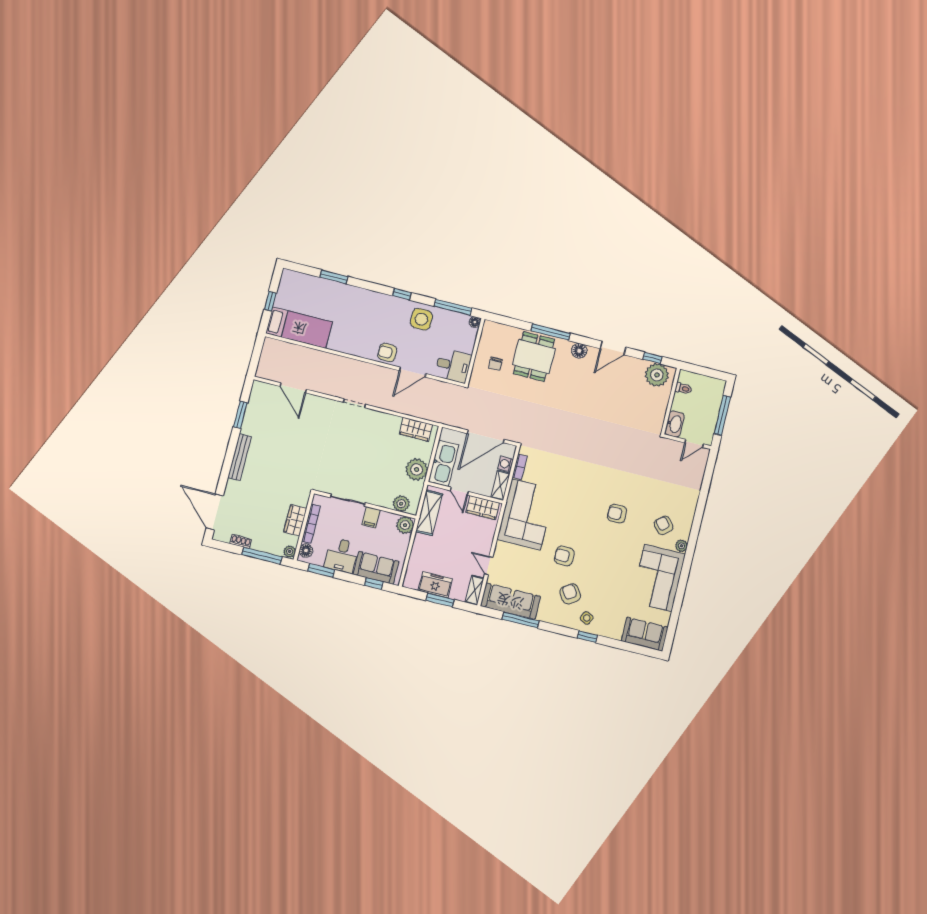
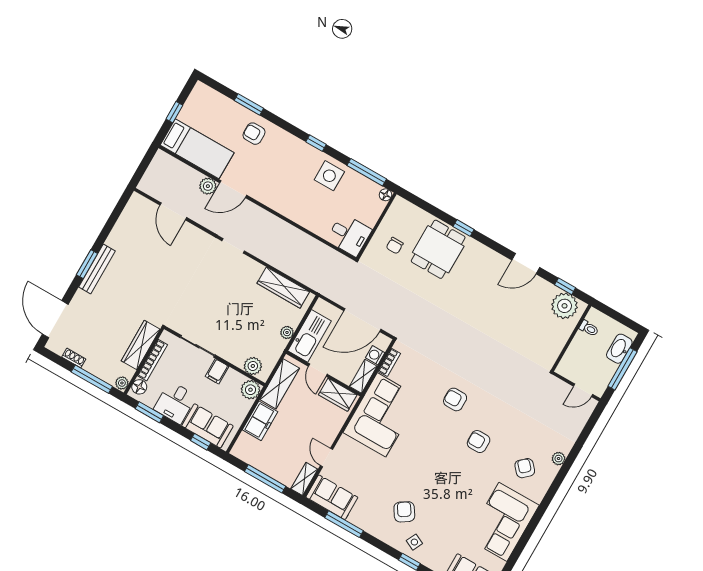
window: (551, 332) -> (464, 228), width x0.46
floor lamp: (579, 351) -> (488, 257), removed
armchair: (387, 353) -> (254, 134), moved
plant: (318, 357) -> (208, 186), added
door: (413, 372) -> (233, 189), moved
window: (240, 415) -> (87, 264), moved
washbasin: (675, 424) -> (619, 349), moved, turned 180
wardrobe: (416, 429) -> (283, 288), width x1.50
plant: (417, 469) -> (287, 332), width x0.53, depth x0.53
wardrobe: (295, 520) -> (141, 345), width x1.50
plant: (681, 546) -> (559, 459), moved
armchair: (564, 556) -> (455, 399), moved
freezer: (435, 585) -> (260, 421), moved, turned 90
window: (440, 600) -> (265, 479), width x1.44
sofa: (510, 601) -> (332, 497), width x0.73

